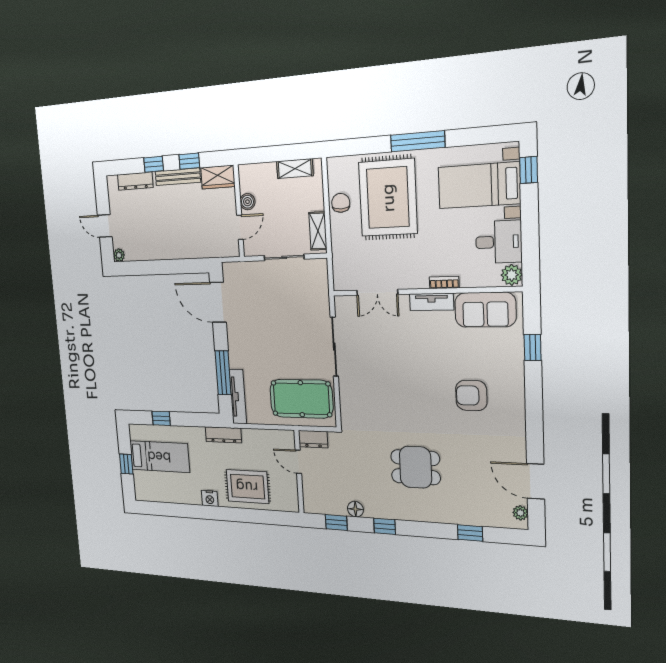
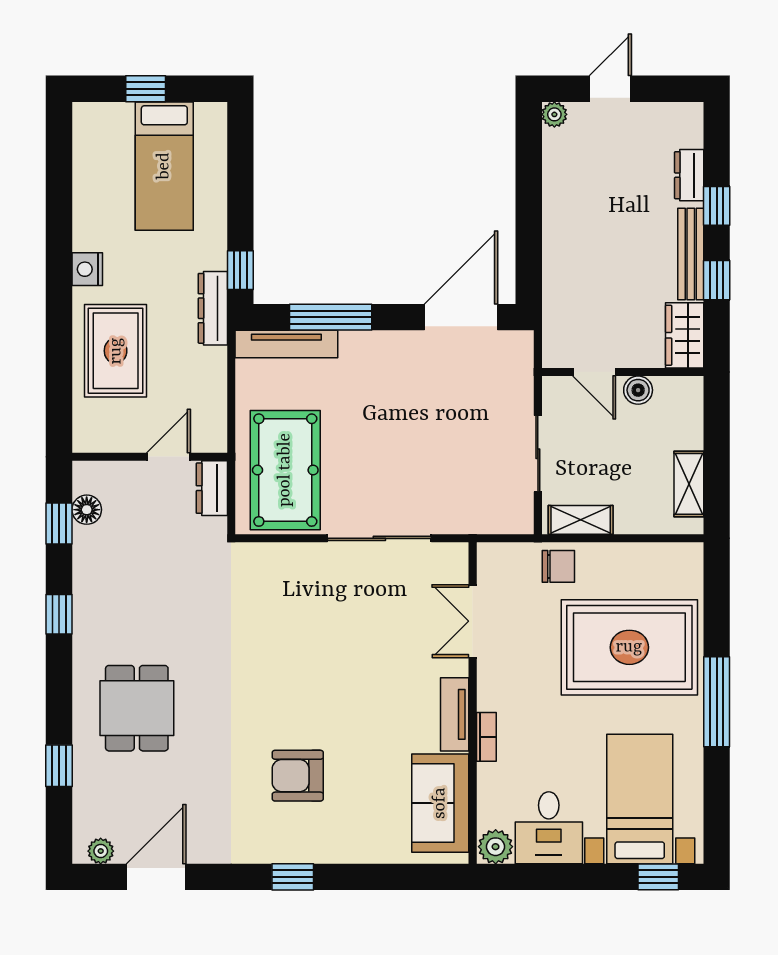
dresser: (135, 181) -> (689, 175), width x0.70
chair: (341, 203) -> (558, 566), moved
window: (533, 347) -> (293, 877), moved
armchair: (471, 395) -> (298, 776), turned -90
window: (161, 418) -> (240, 270), moved
dining table: (415, 467) -> (137, 708), moved
floor lamp: (355, 509) -> (87, 510), moved

